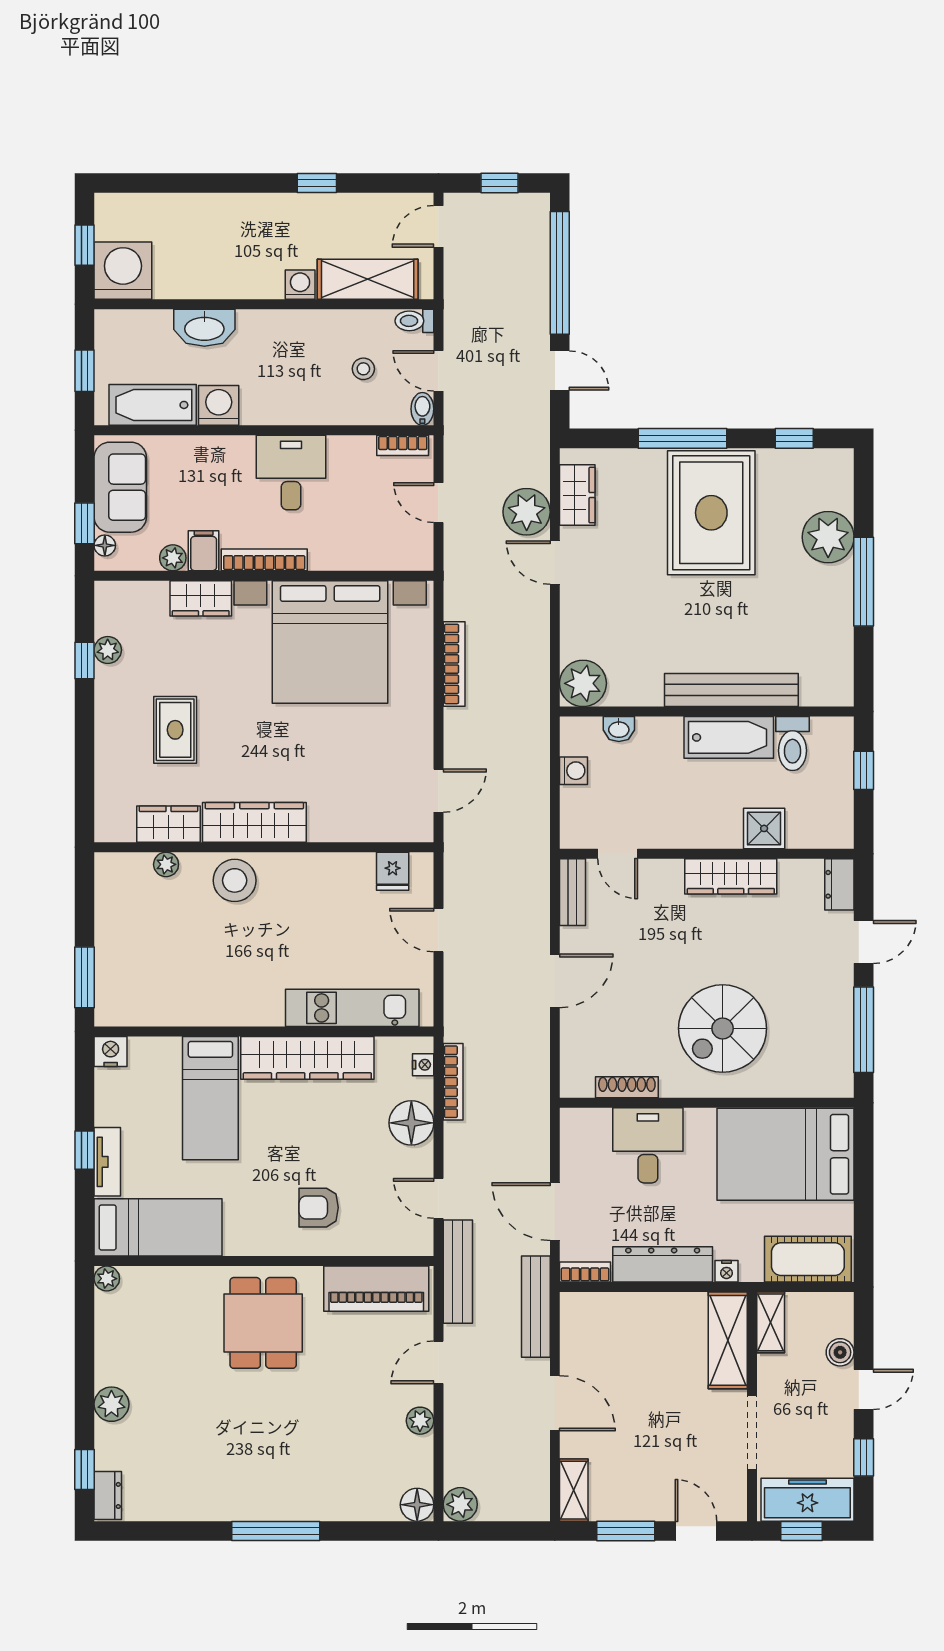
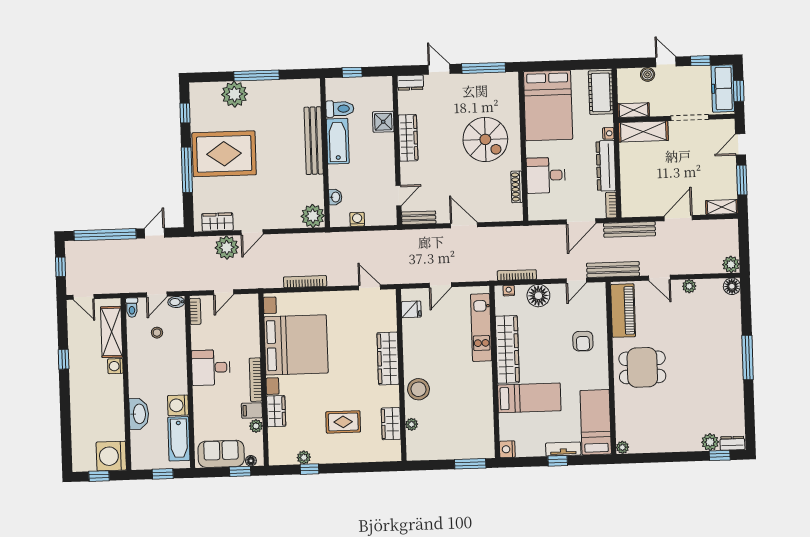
wardrobe: (254, 822) -> (388, 358), moved
plant: (111, 1404) -> (710, 442), moved

